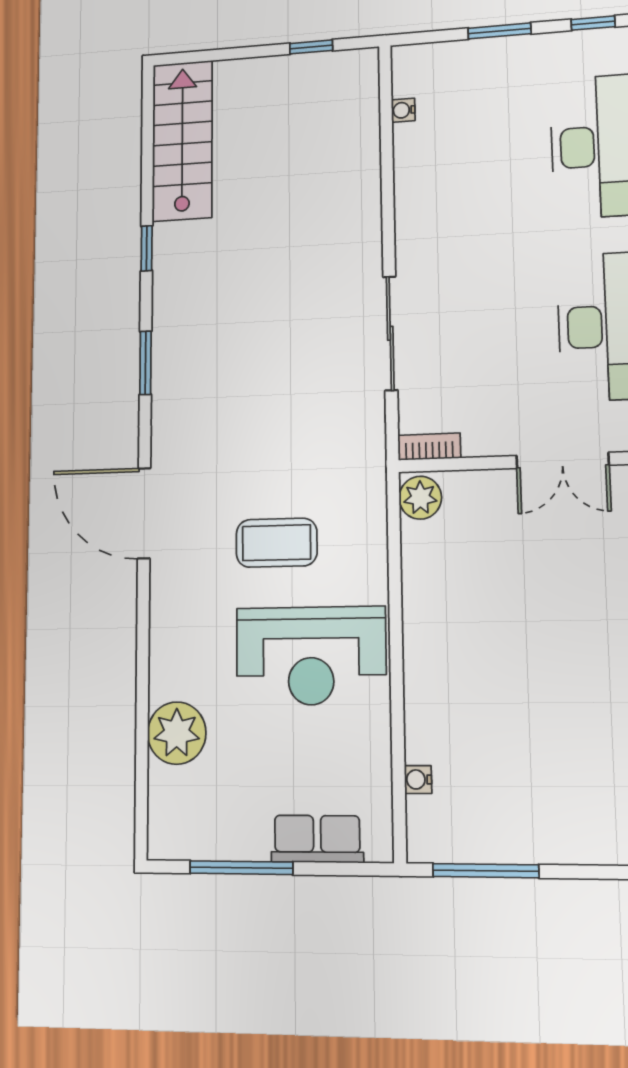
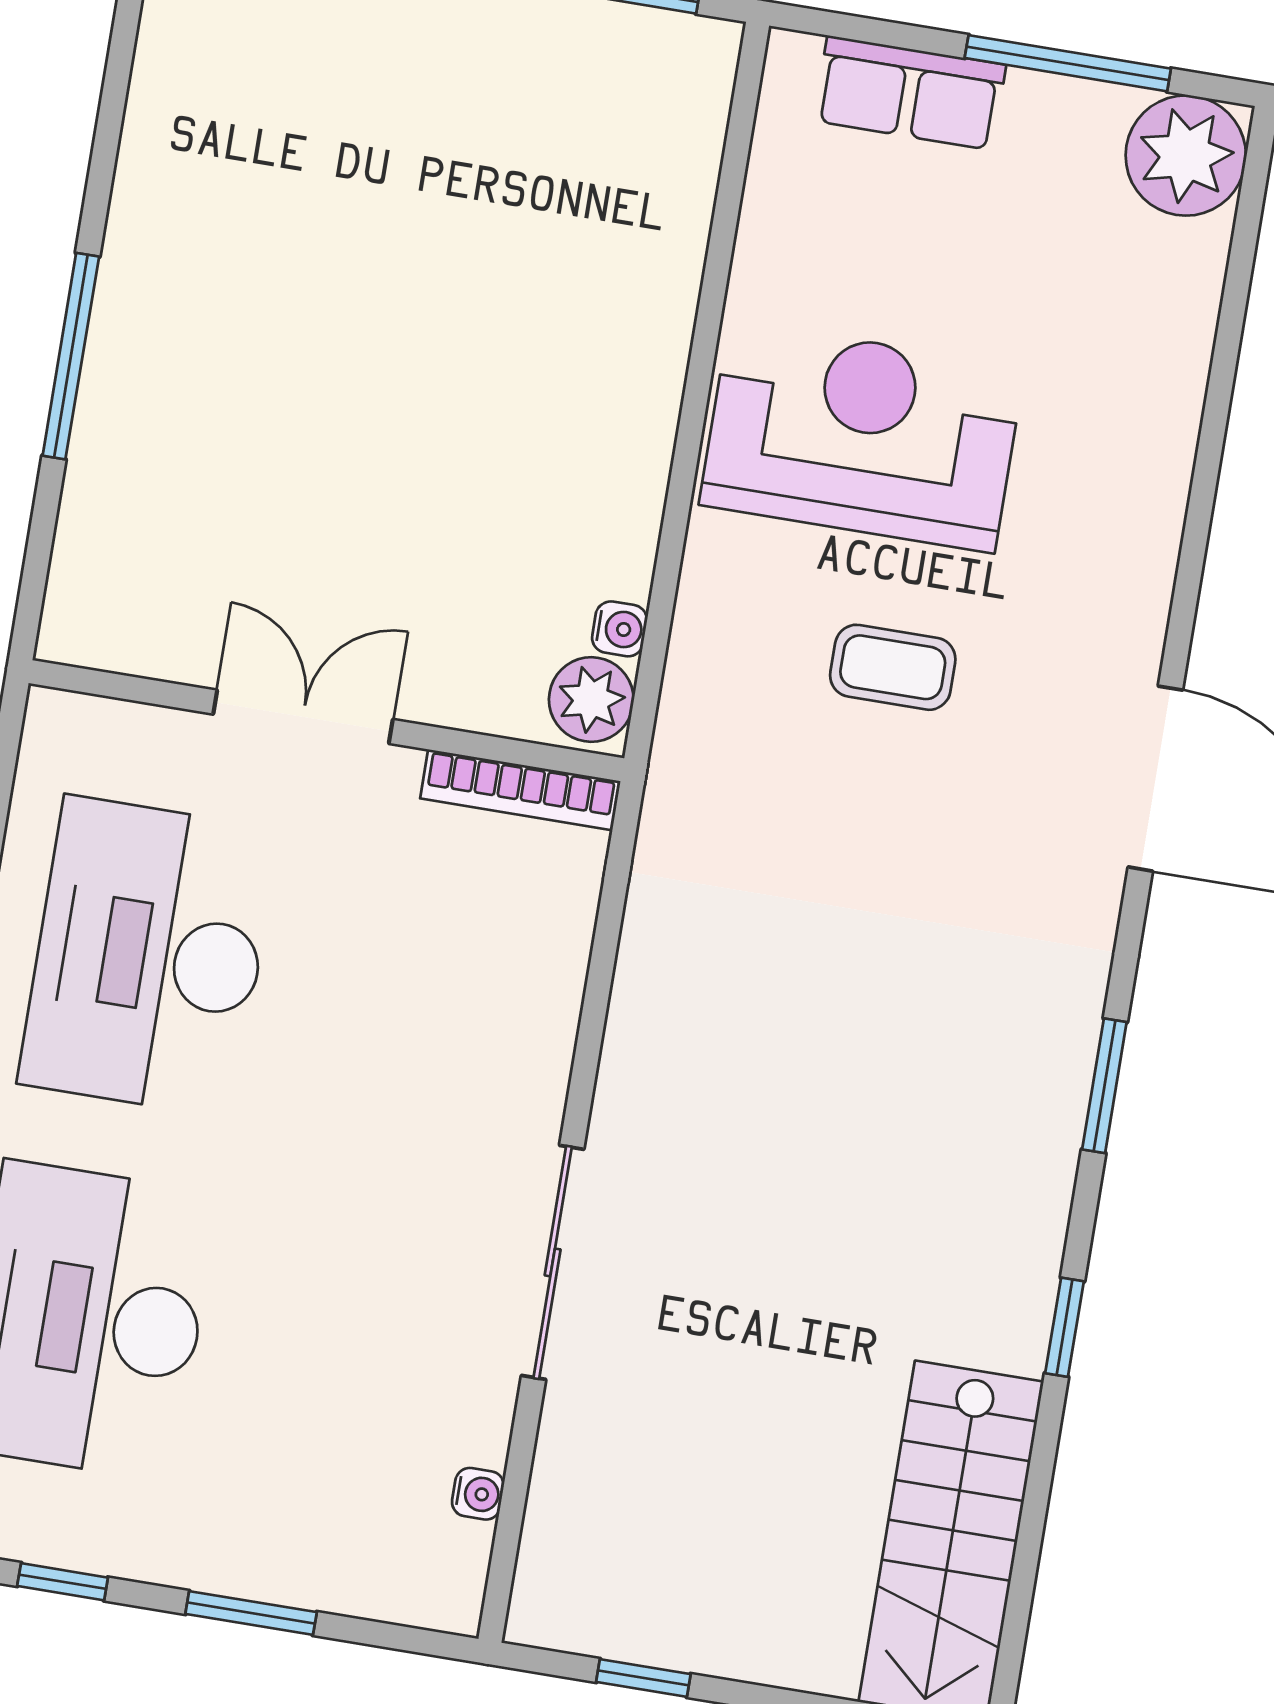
sliding door: (390, 333) -> (553, 1262), moved
bookcase: (429, 447) -> (520, 790), width x1.56
coffee table: (277, 543) -> (893, 667), width x0.73, depth x0.77
plant: (177, 733) -> (1186, 156), moved
water cooler: (418, 779) -> (620, 629), moved

